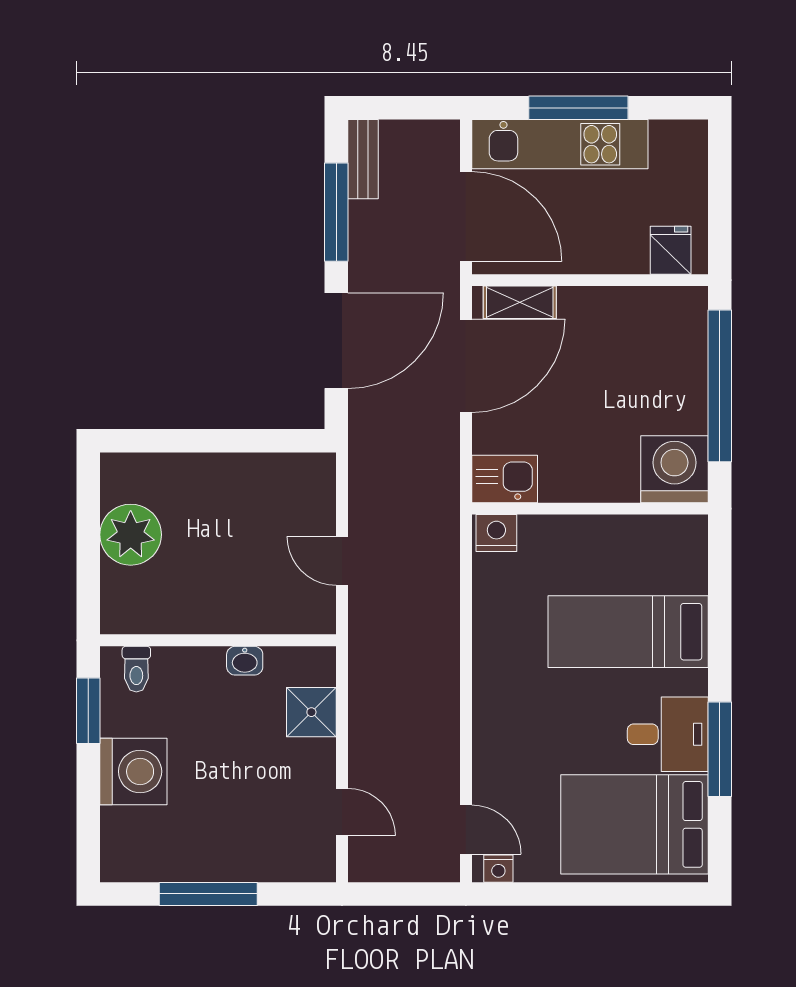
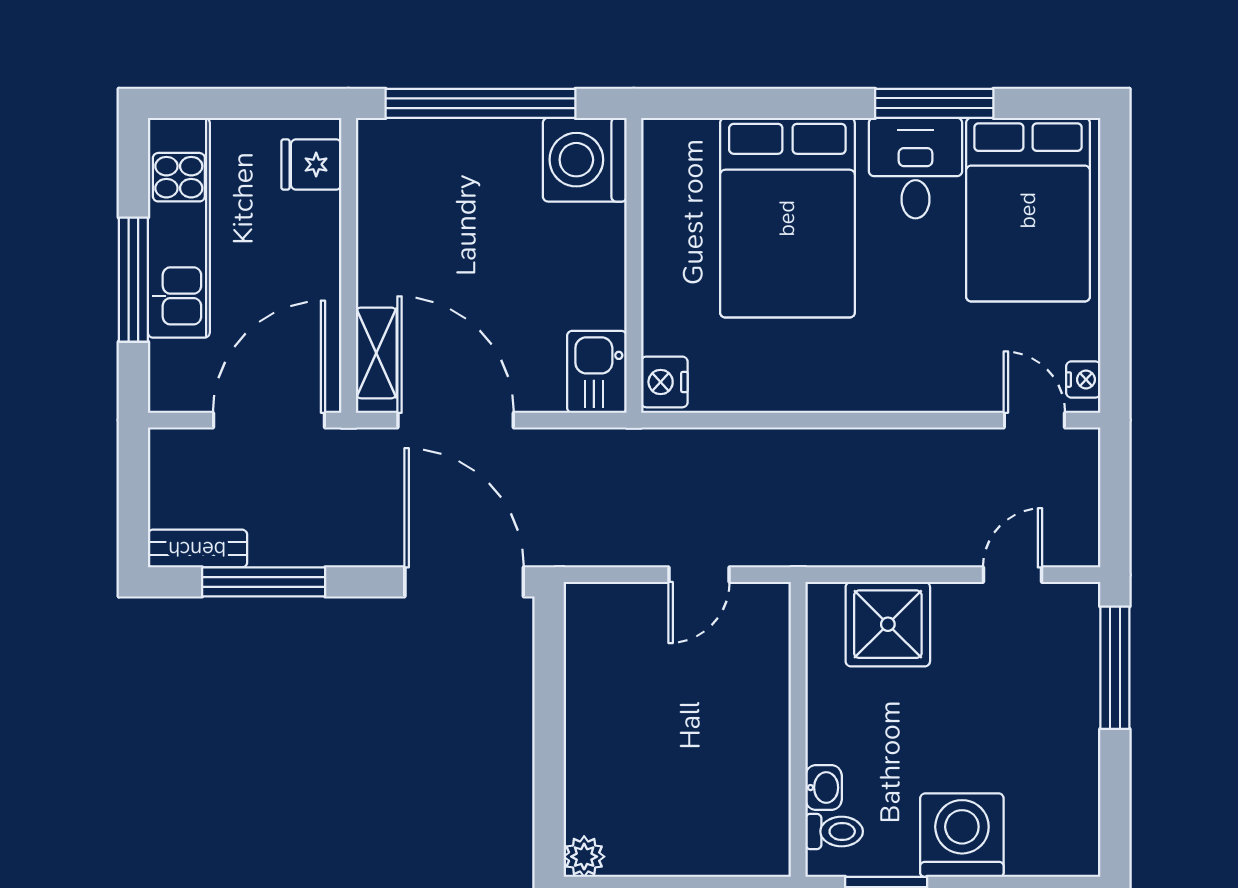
kitchen unit: (560, 144) -> (179, 228), moved
door: (336, 341) -> (464, 582), moved
plant: (131, 535) -> (584, 857), moved, width x0.53, depth x0.53
bed: (628, 632) -> (787, 218), width x1.50
washbasin: (245, 661) -> (824, 788), moved
shower: (311, 712) -> (888, 624), width x1.36, depth x1.36
door: (466, 830) -> (1034, 420), hinge flipped
window: (208, 894) -> (1115, 668), moved

